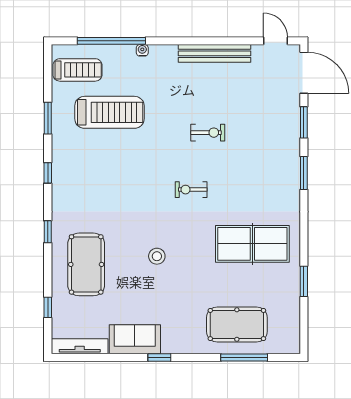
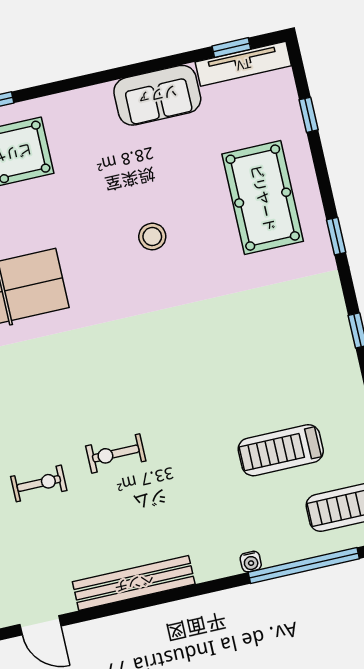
treadmill: (109, 112) -> (281, 450), width x0.73, depth x0.73
exercise bike: (191, 190) -> (39, 483), moved
window: (159, 358) -> (231, 48), moved

